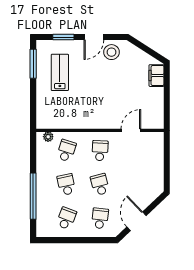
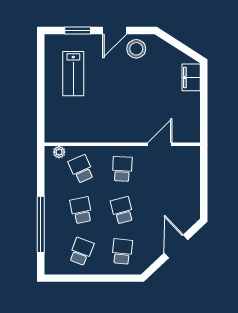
window: (33, 64) -> (41, 63), removed
lab bench: (60, 72) -> (73, 74), turned 180
school desk: (66, 151) -> (81, 169), turned -42
door: (136, 221) -> (176, 246), moved

